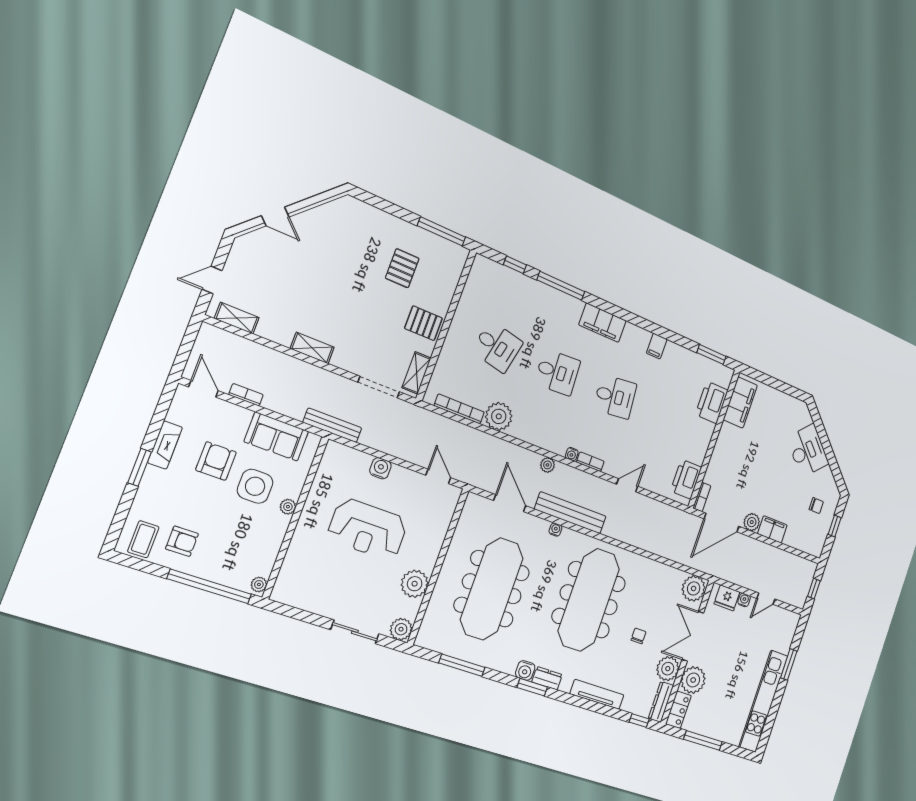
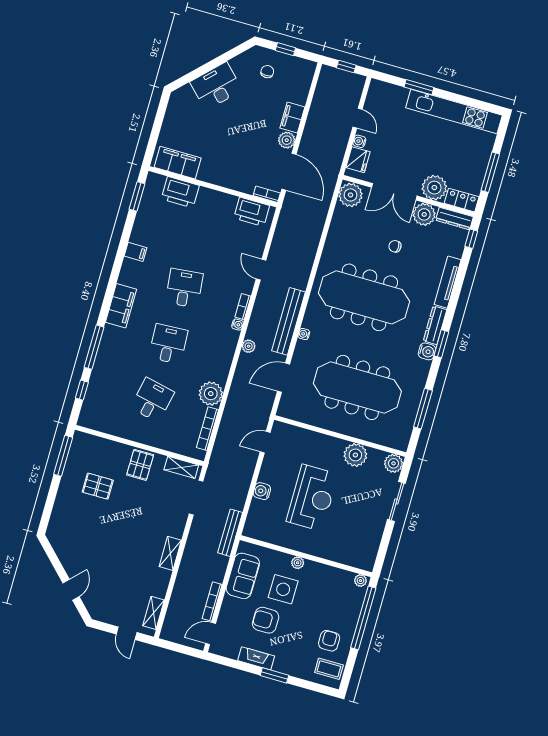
bookcase: (246, 395) -> (212, 601), width x1.56
dresser: (547, 678) -> (435, 325), width x1.44

